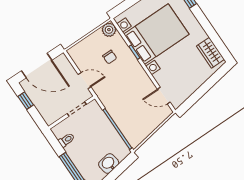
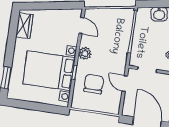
plant: (109, 30) -> (85, 53), moved
chair: (110, 57) -> (94, 84), width x1.87, depth x1.87

